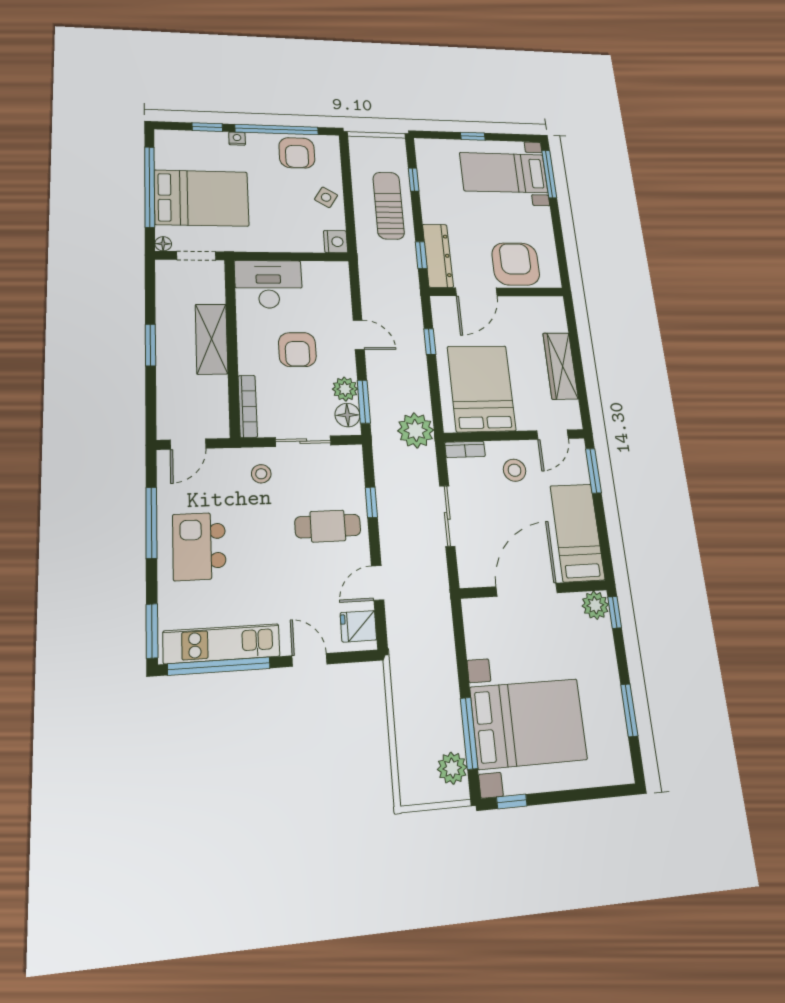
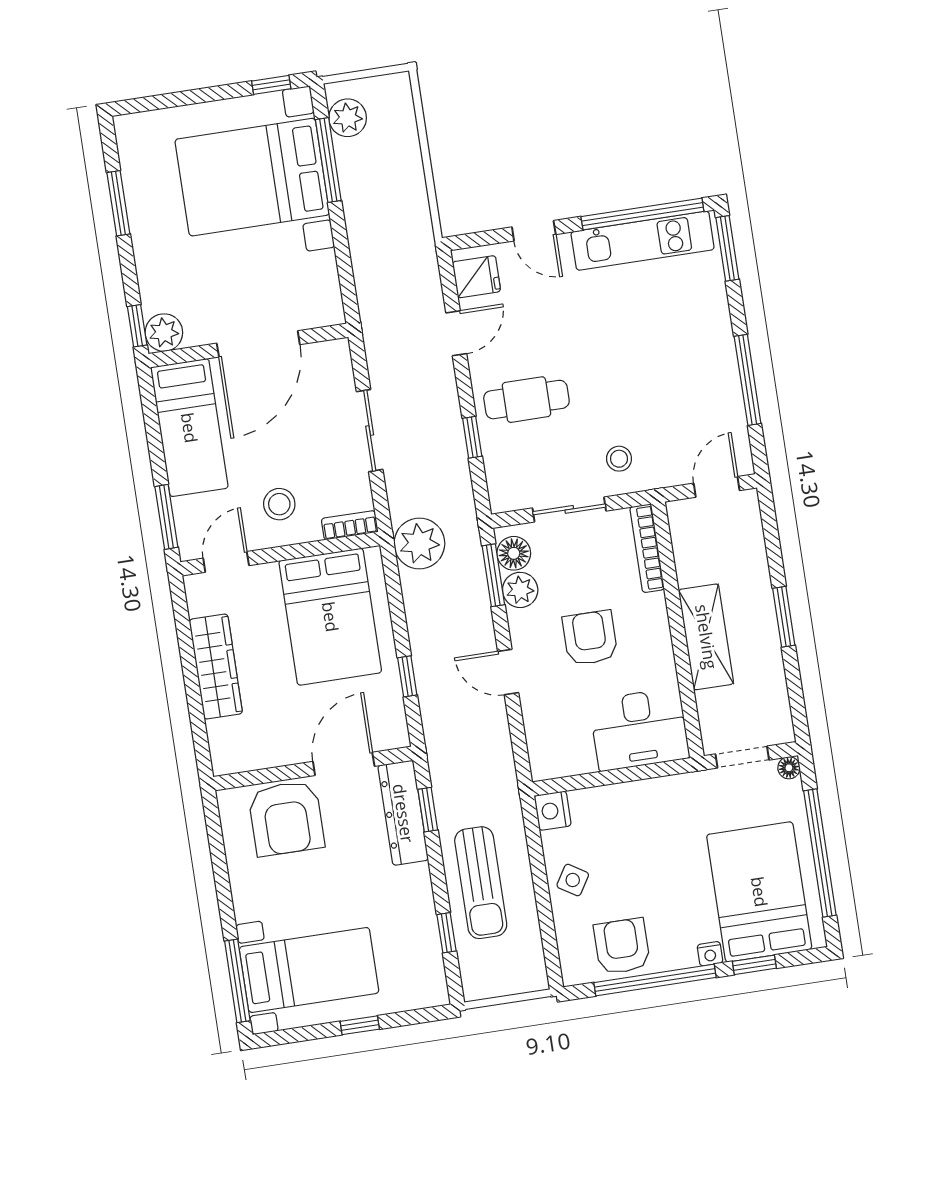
bed: (202, 198) -> (759, 892), moved, turned 90
kitchen island: (199, 546) -> (685, 357), removed

